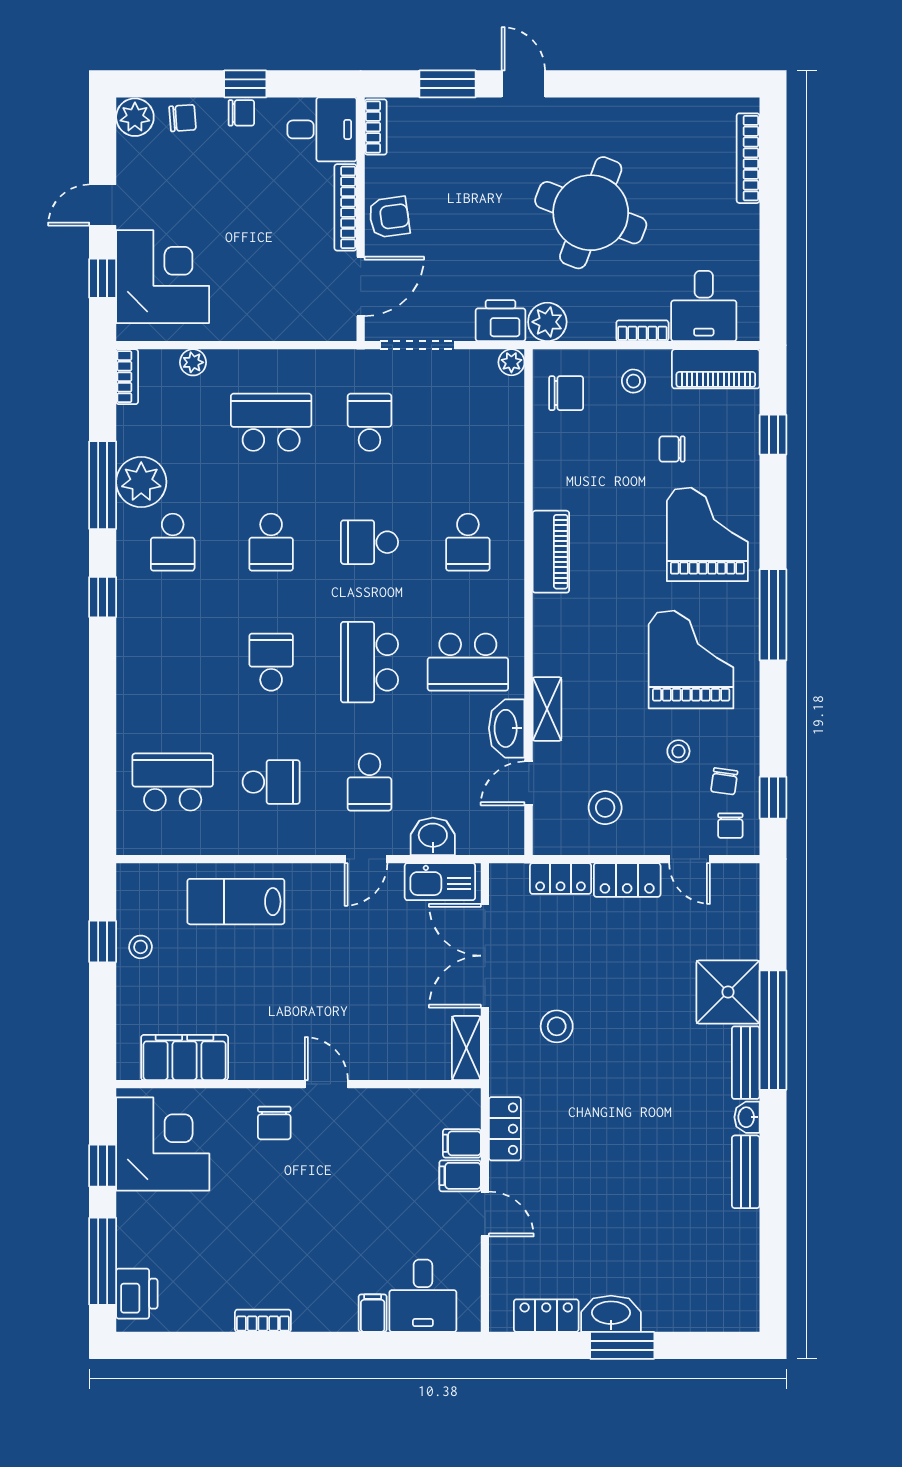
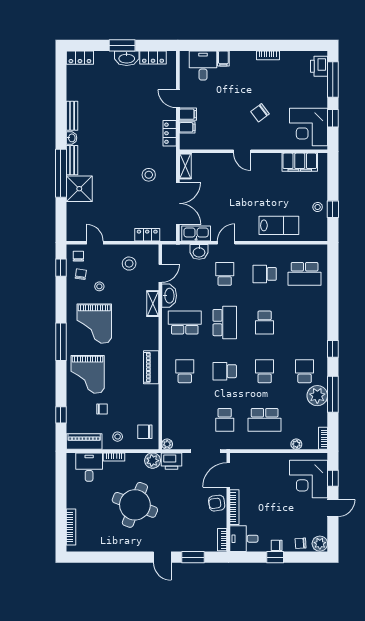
school desk: (370, 542) -> (225, 371), turned 180
locker: (627, 880) -> (80, 58), moved, turned 180
chair: (274, 1123) -> (260, 113), moved, turned -127

